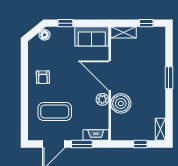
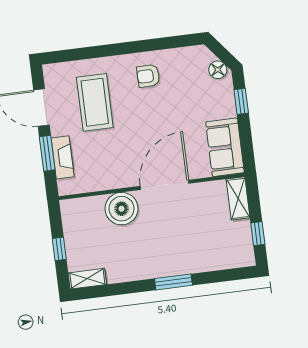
plant: (102, 99) -> (124, 178), removed
fireplace: (96, 135) -> (63, 157), moved

